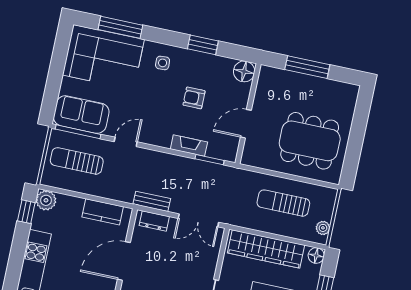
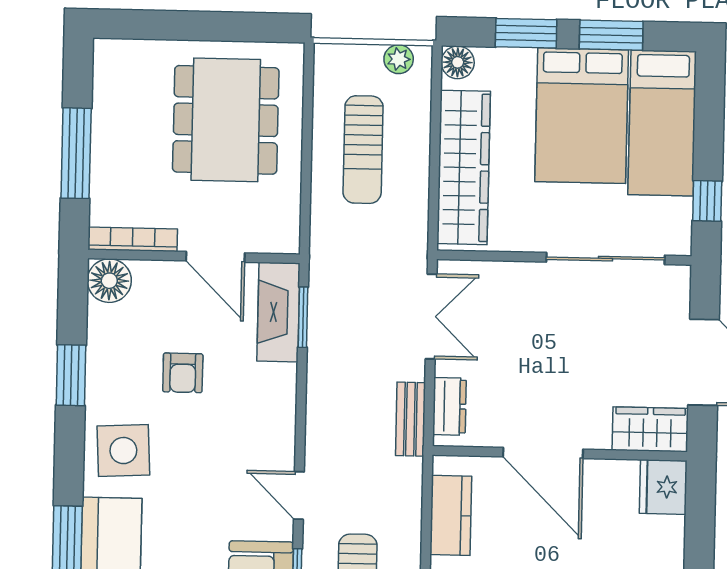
side table: (163, 63) -> (123, 451), width x1.87, depth x1.87
bookcase: (262, 86) -> (133, 239), added
fireplace: (189, 146) -> (278, 312), moved, width x1.37, depth x1.32

